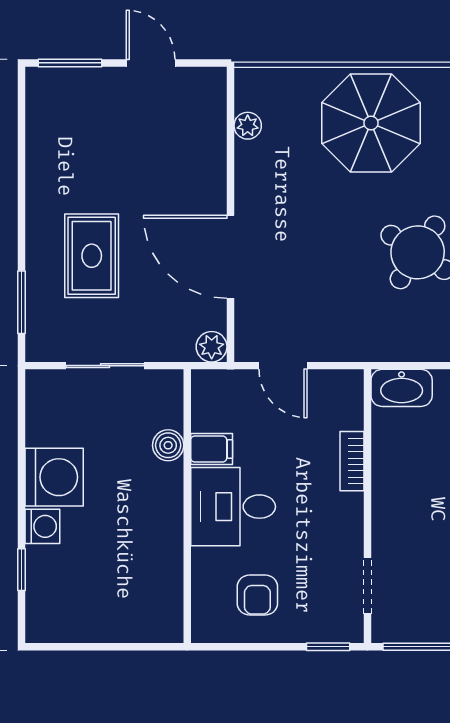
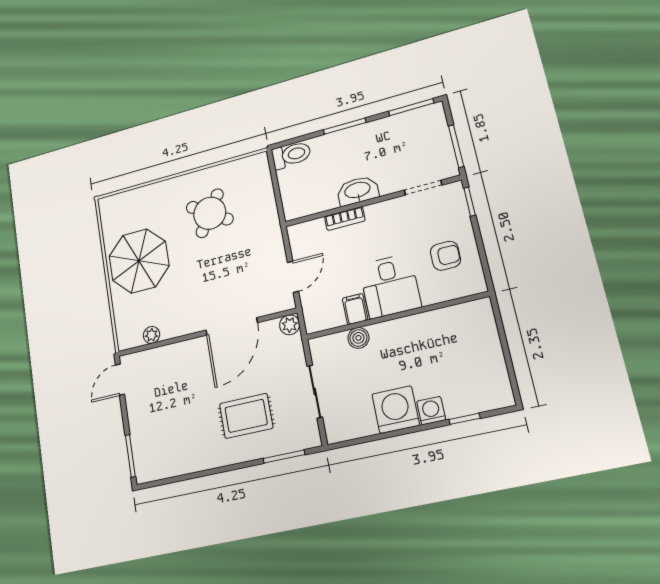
door: (151, 63) -> (120, 380), moved
washbasin: (402, 388) -> (358, 191), moved, turned -90

